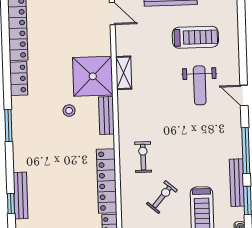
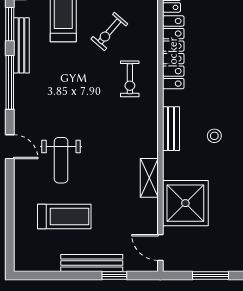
treadmill: (195, 37) -> (64, 216), turned 180
shower: (93, 76) -> (185, 203), moved
weight bench: (200, 85) -> (61, 160), turned 180

